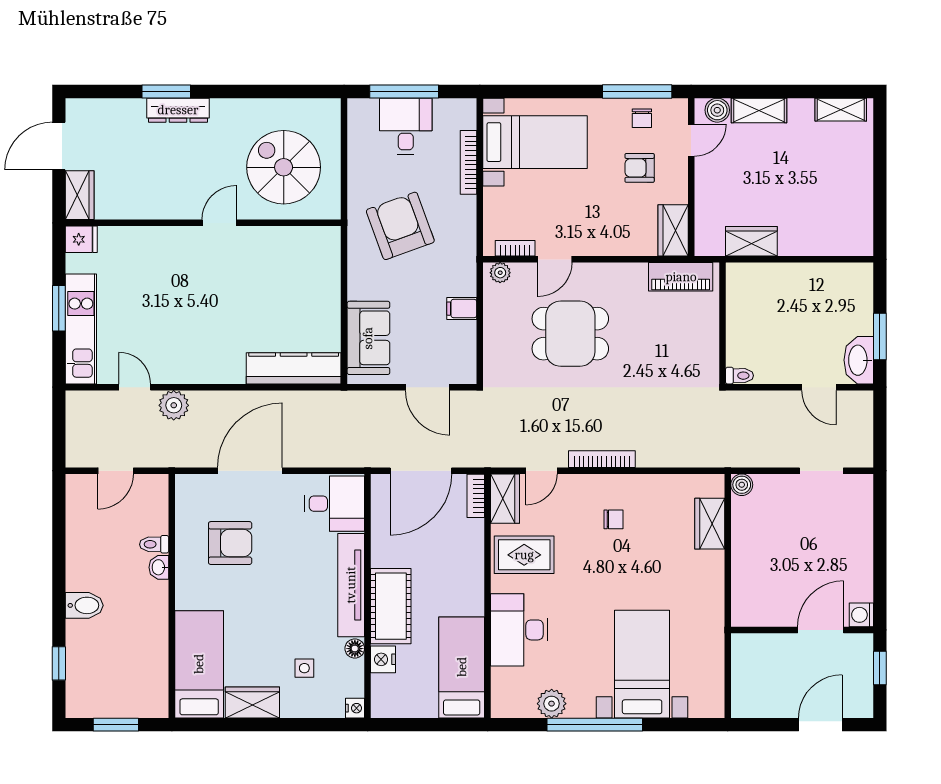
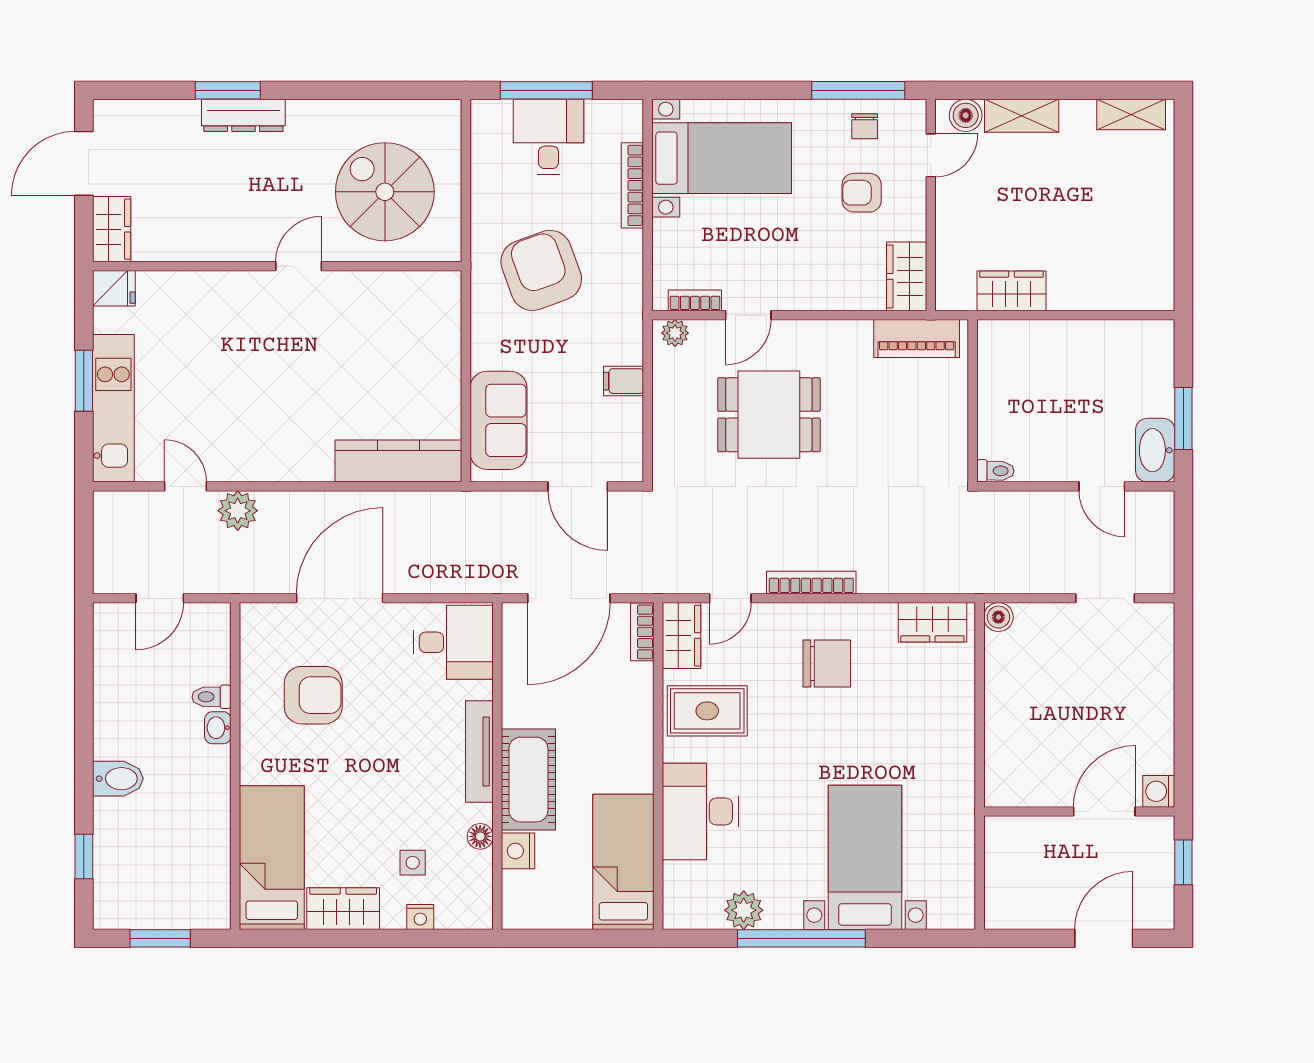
chair: (614, 519) -> (827, 663), width x1.87, depth x1.87
wardrobe: (710, 524) -> (932, 622), moved, turned -90
tv unit: (351, 585) -> (479, 751), width x0.73, depth x0.78
nightstand: (355, 708) -> (420, 917), moved, turned 90

